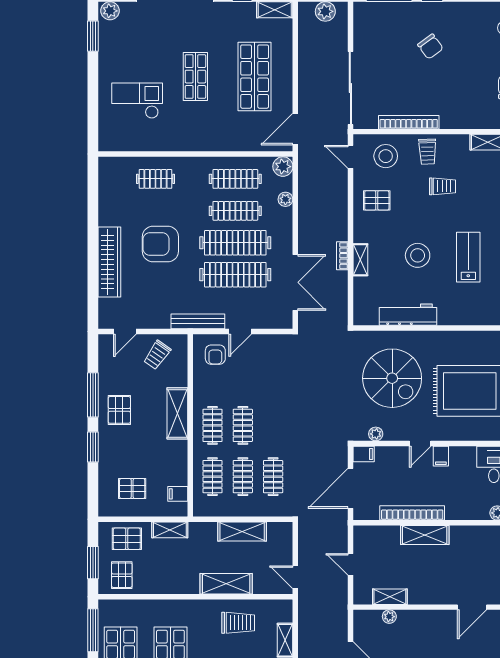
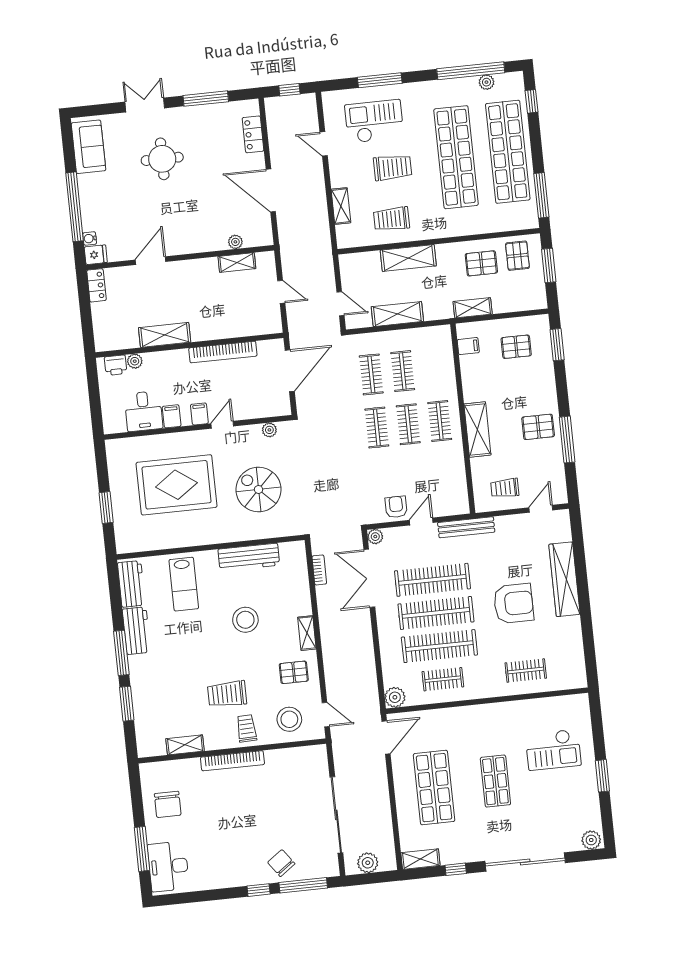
window: (93, 36) -> (602, 776), moved
chair: (430, 47) -> (281, 863), moved
sliding door: (350, 88) -> (336, 815), moved
bookcase: (409, 122) -> (232, 761), moved
clothes rail: (235, 179) -> (443, 679), width x0.73
trolley: (443, 186) -> (227, 694), width x1.36, depth x1.39
plant: (285, 199) -> (375, 537), moved
clothes rail: (235, 211) -> (439, 646), width x1.37, depth x1.31
bookcase: (342, 256) -> (319, 570), moved
lab bench: (468, 257) -> (184, 584), moved
shelving: (360, 260) -> (307, 633), moved
trolley: (157, 355) -> (505, 488), turned -125
armchair: (215, 355) -> (396, 507), moved
spiral stairs: (392, 378) -> (258, 489), width x0.73, depth x0.73
pallet: (119, 410) -> (538, 427), turned 90
window: (93, 447) -> (557, 345), moved
filing cabinet: (364, 454) -> (172, 416), moved, turned 90
clothes rail: (212, 477) -> (377, 428), moved
shelving: (425, 535) -> (165, 335), moved
pallet: (127, 539) -> (481, 263), moved
door: (295, 577) -> (340, 304), moved

